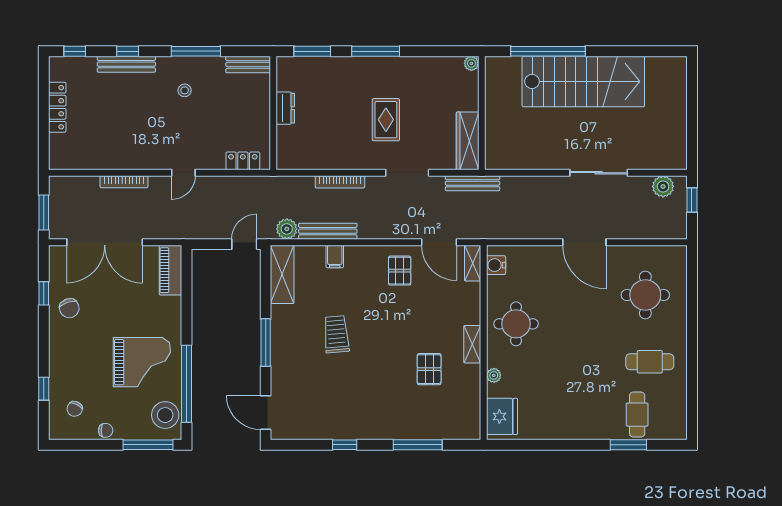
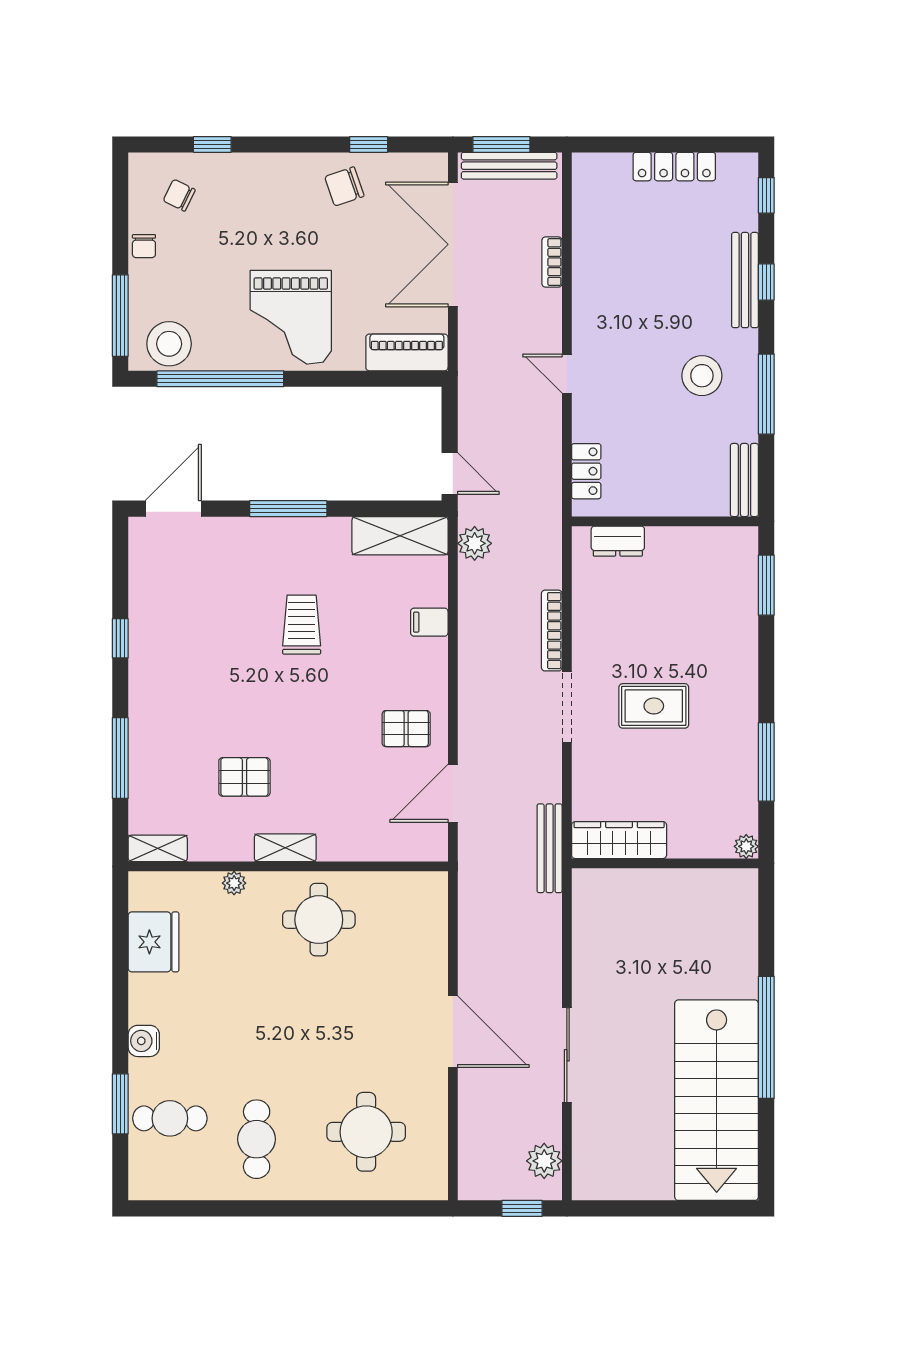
window: (376, 51) -> (766, 762), moved
window: (548, 51) -> (766, 1037), moved
stairs: (583, 81) -> (717, 1100), moved
stool: (185, 90) -> (702, 376), width x1.89, depth x1.89
dresser: (285, 108) -> (618, 541), moved
doorway: (407, 173) -> (567, 707), moved
bookcase: (124, 182) -> (552, 262), width x0.64
bench: (328, 231) -> (509, 166), moved, turned 90
door: (584, 242) -> (453, 1032), swing flipped
shelving: (473, 263) -> (158, 848), moved
water cooler: (496, 265) -> (144, 1041), moved, turned -90
trolley: (336, 334) -> (302, 625), turned -85
grand piano: (142, 362) -> (291, 317), moved
fridge: (502, 416) -> (154, 942), moved, turned -90

